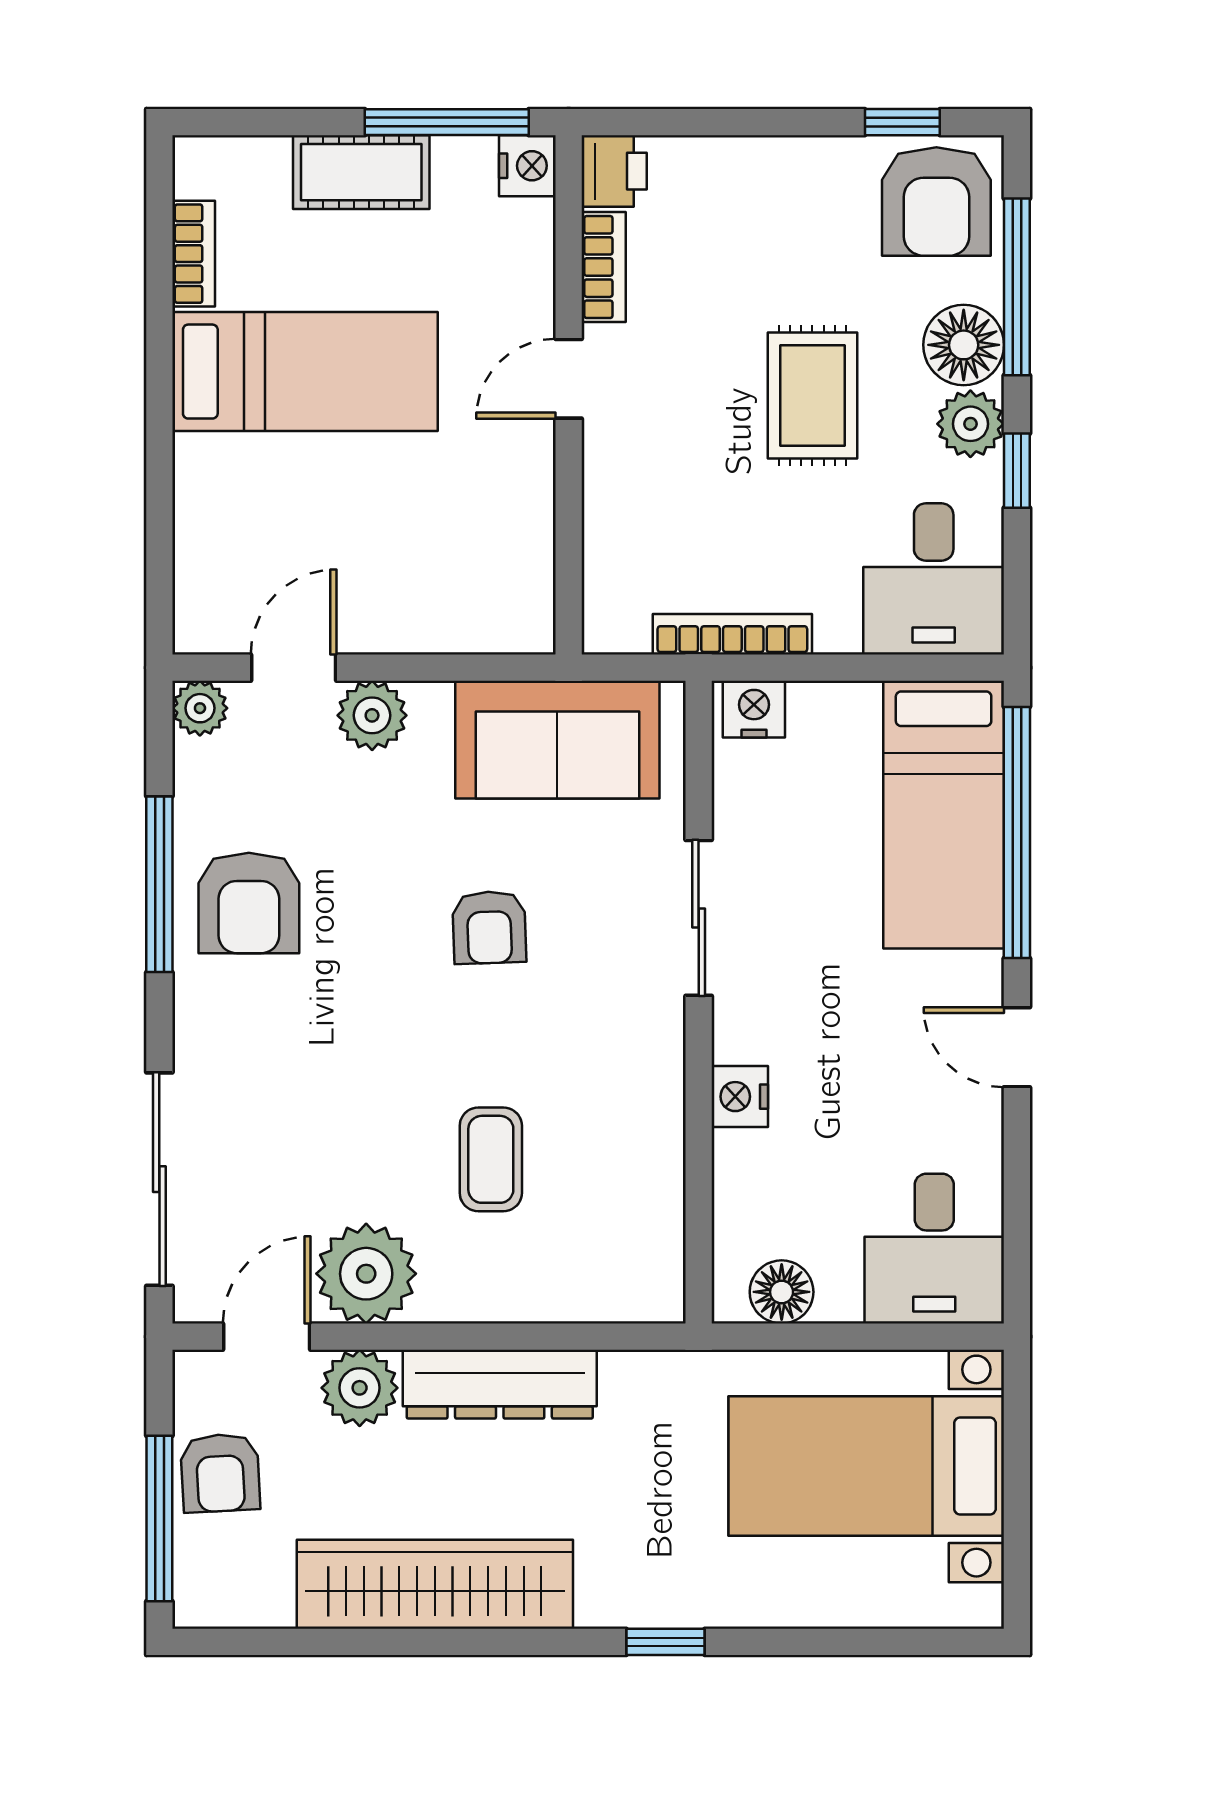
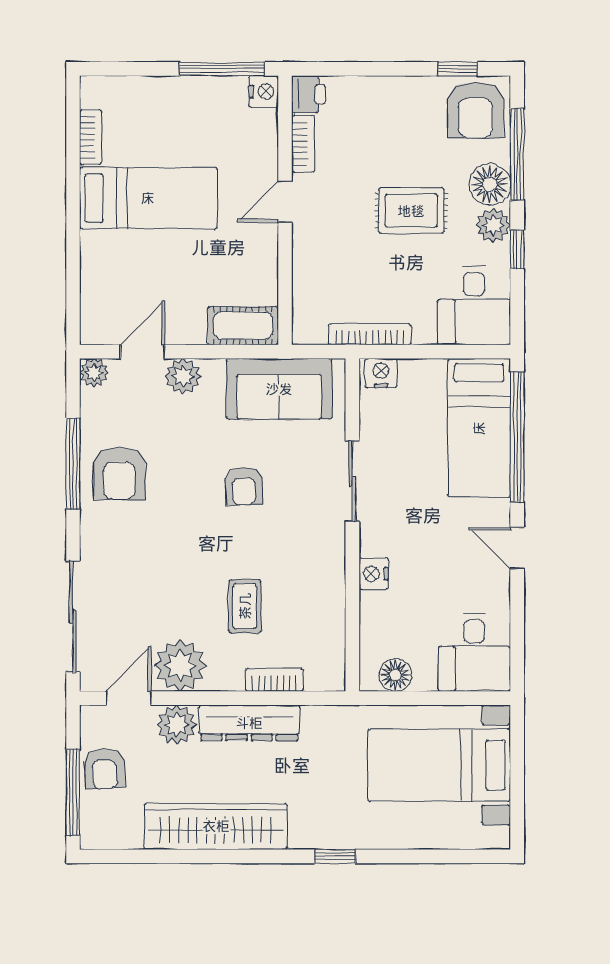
cot: (361, 172) -> (243, 326), moved
rug: (812, 395) -> (411, 211), turned 90
bookcase: (548, 1302) -> (274, 680), added

